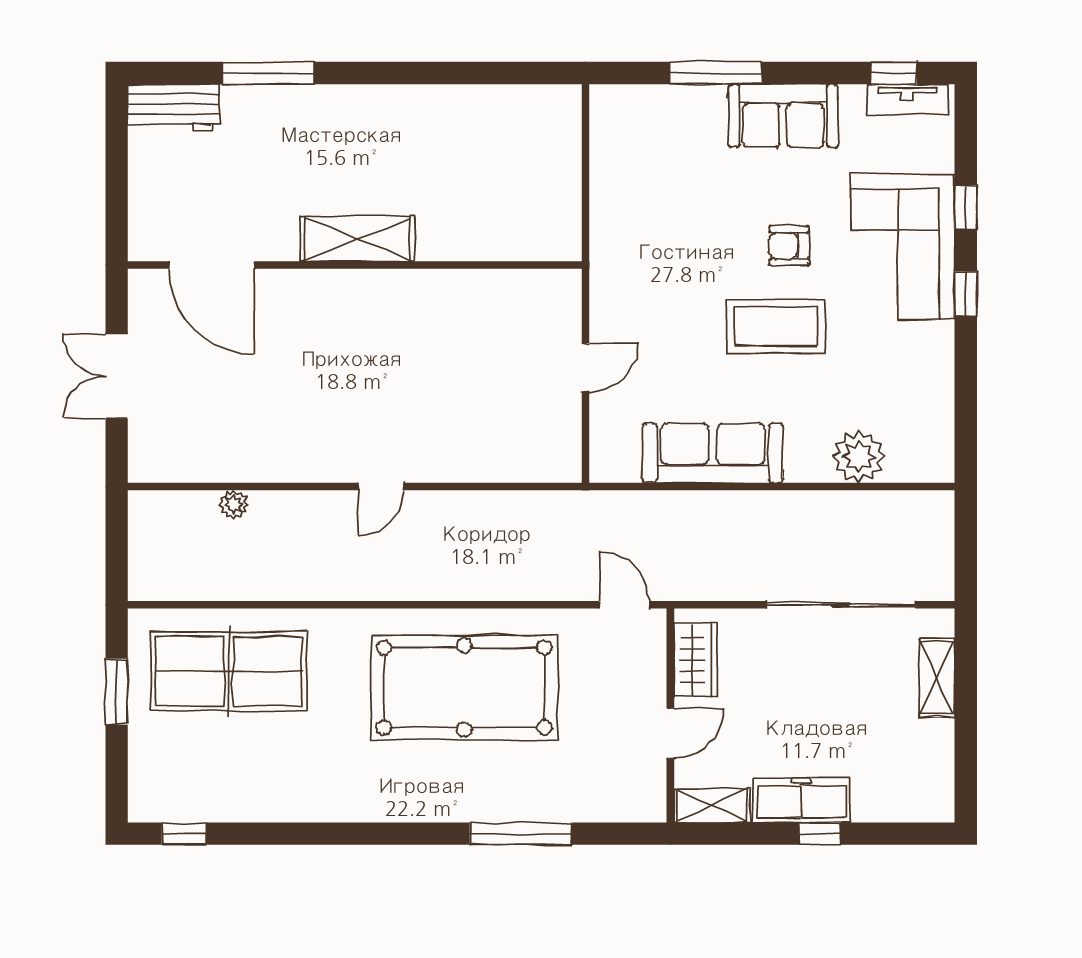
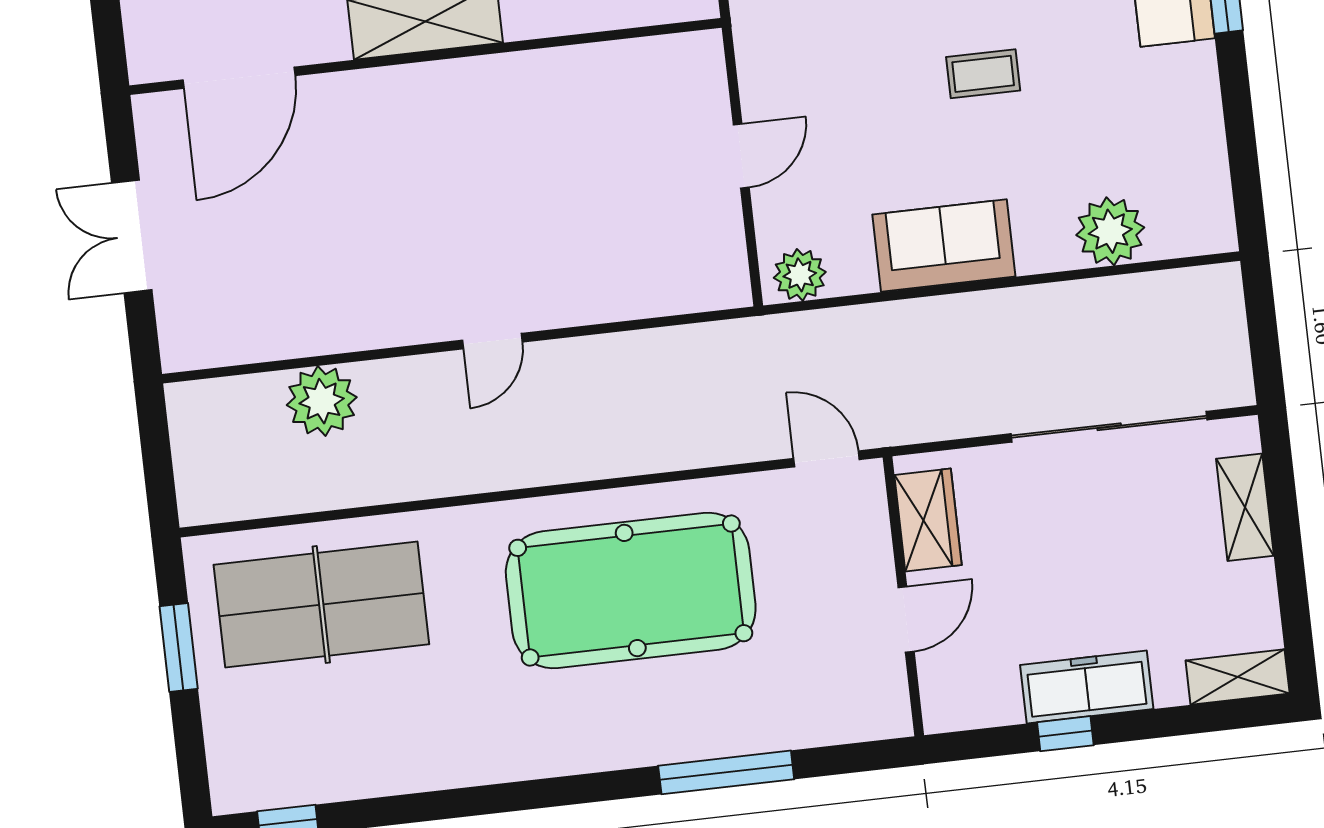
door: (212, 265) -> (239, 78), hinge flipped
coffee table: (776, 326) -> (983, 74), width x0.54, depth x0.58
sofa: (713, 453) -> (944, 246), width x0.73
plant: (620, 463) -> (800, 275), added
plant: (234, 505) -> (322, 401), width x1.87, depth x1.87
shelving: (712, 805) -> (1238, 677), moved
window: (820, 834) -> (1065, 734), moved

